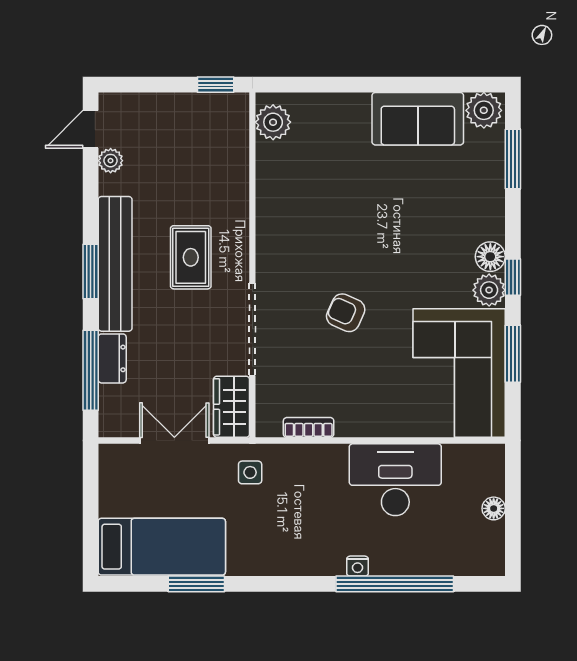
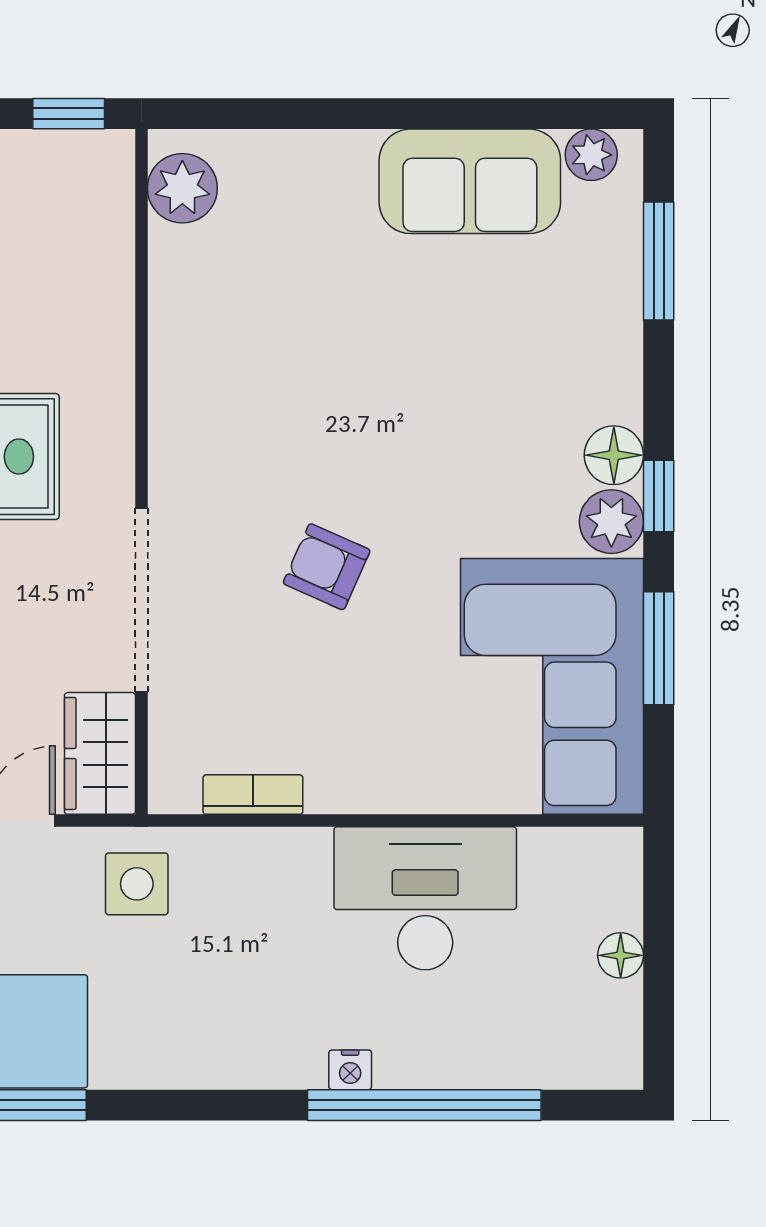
plant: (484, 110) -> (591, 155), width x0.73, depth x0.73
side table: (250, 472) -> (137, 884), width x1.37, depth x1.37

